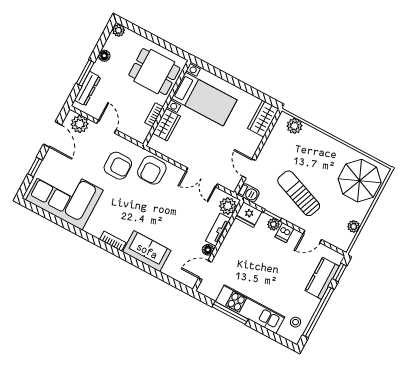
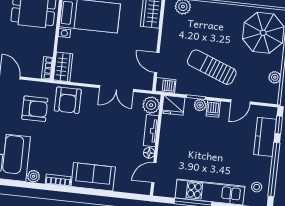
bookcase: (154, 115) -> (47, 68), moved
wardrobe: (167, 125) -> (63, 67), moved
plant: (91, 228) -> (34, 176), added

